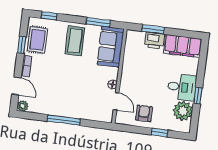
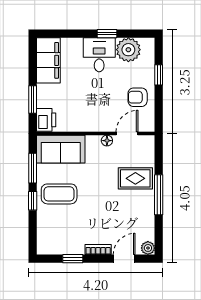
window: (49, 16) -> (33, 201), moved
rug: (38, 40) -> (135, 178), moved
printer: (154, 40) -> (46, 120), moved

